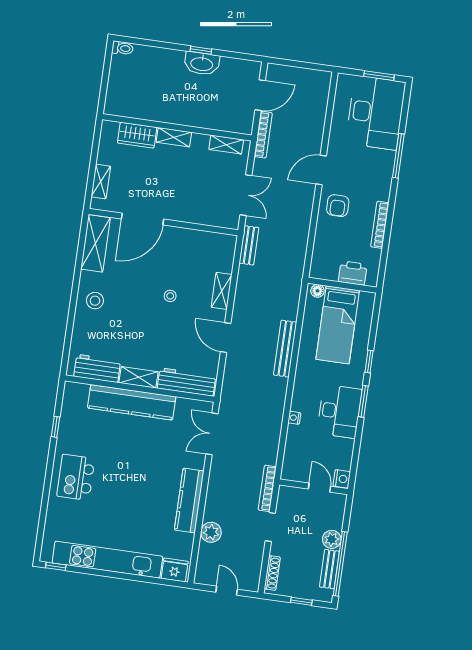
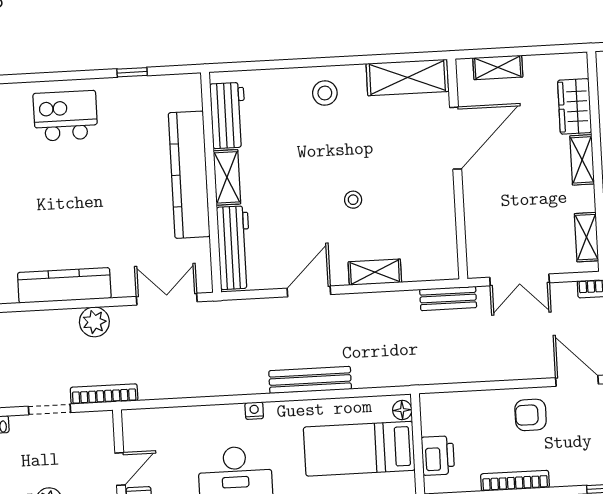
door: (143, 219) -> (456, 138), swing flipped
nightstand: (294, 418) -> (254, 411), moved
plant: (211, 532) -> (94, 322), moved

